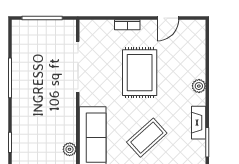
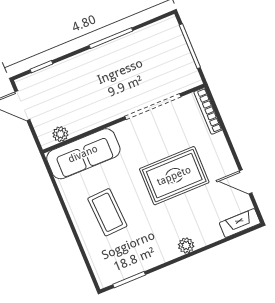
bookcase: (127, 25) -> (208, 111), moved, width x1.56
fireplace: (199, 123) -> (240, 223), moved
coffee table: (147, 138) -> (107, 212), turned 39

